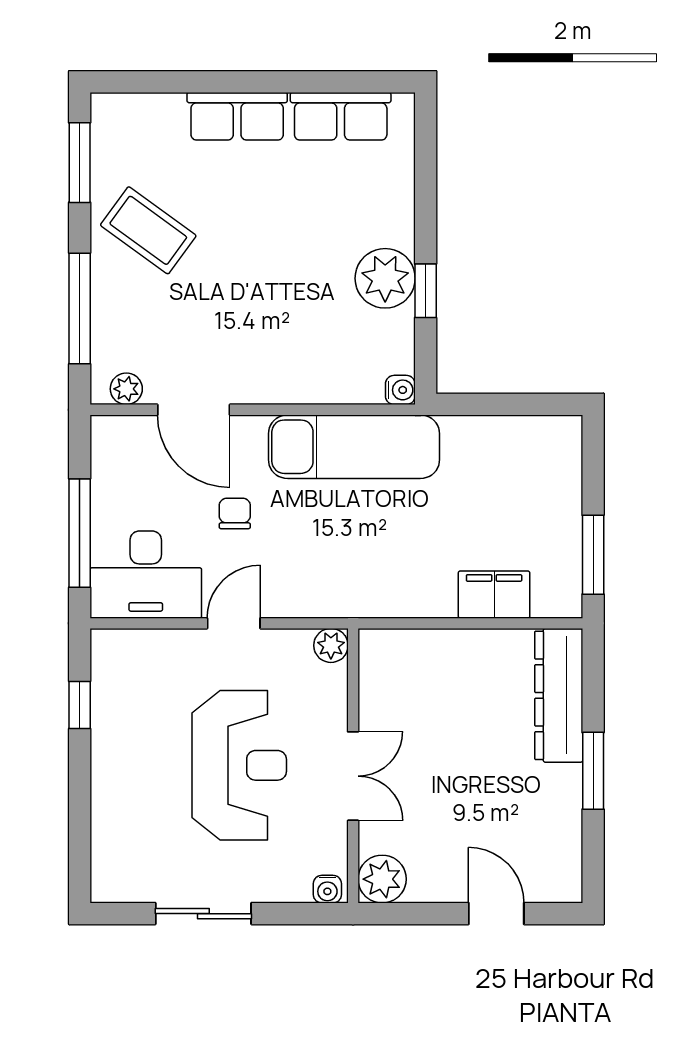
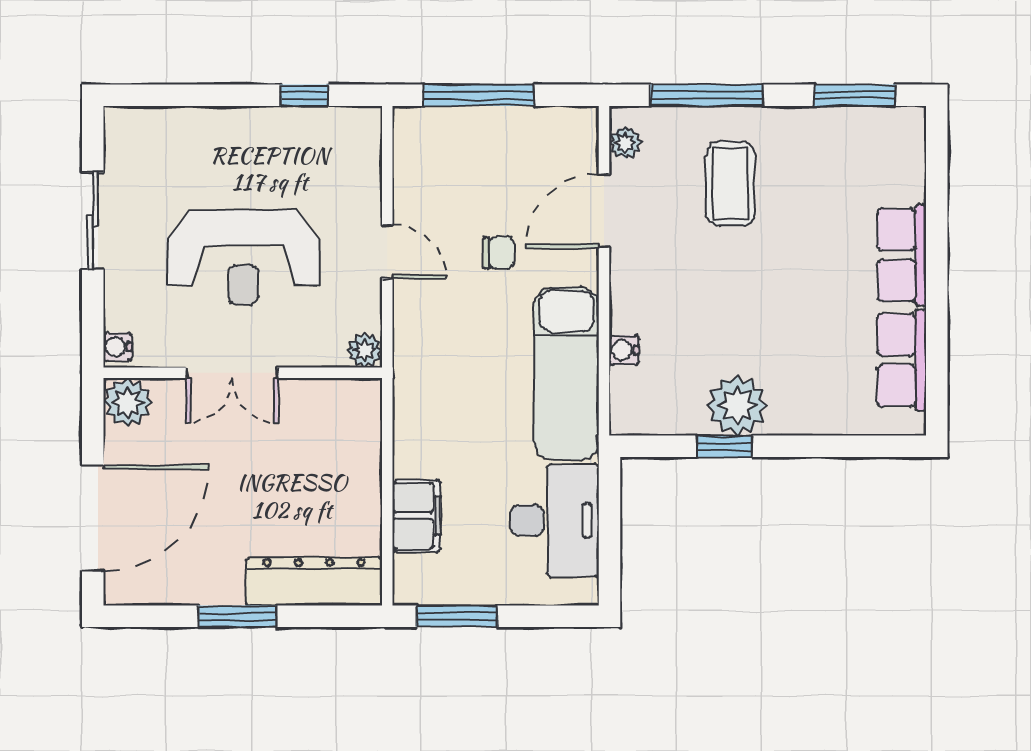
coffee table: (148, 230) -> (730, 184), moved, turned -36
water cooler: (400, 390) -> (624, 350), moved, turned 90
desk: (146, 575) -> (554, 520), moved, turned 180
door: (496, 914) -> (93, 518), width x1.87

